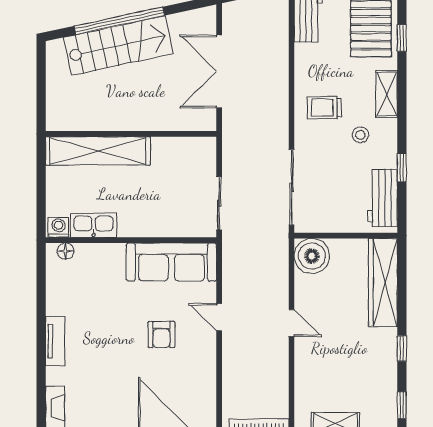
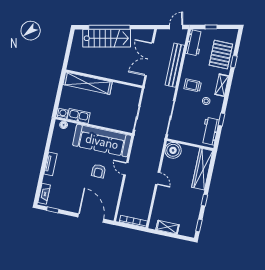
bench: (277, 72) -> (175, 65), added
sofa: (171, 262) -> (102, 141), width x1.36, depth x1.27

